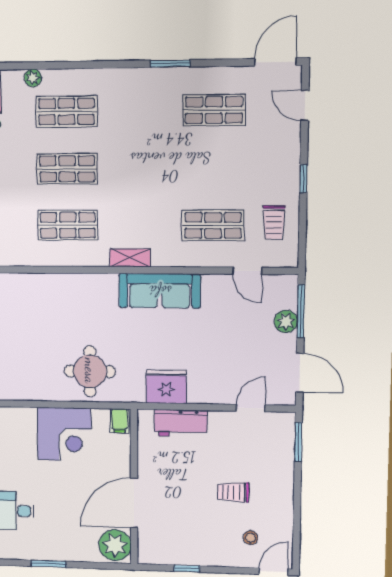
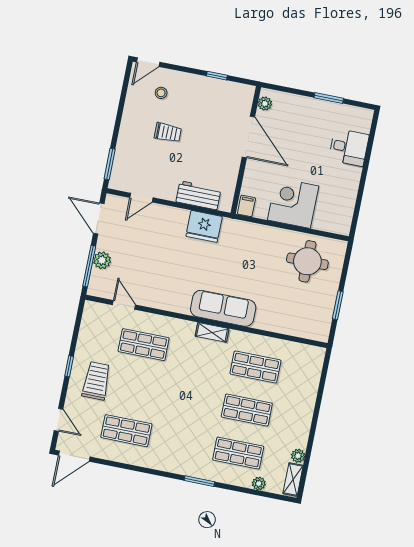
window: (170, 64) -> (199, 481), moved
trolley: (274, 222) -> (96, 381), moved, width x1.36, depth x1.39
sofa: (160, 291) -> (223, 308), moved
round table: (90, 371) -> (307, 261), moved
door: (134, 503) -> (248, 137), hinge flipped
plant: (115, 545) -> (265, 104), width x0.53, depth x0.53

